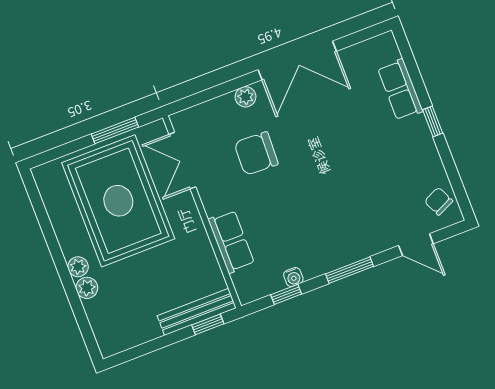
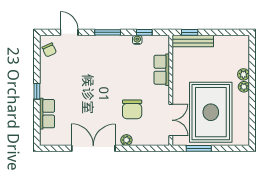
chair: (256, 153) -> (132, 109), turned 88

